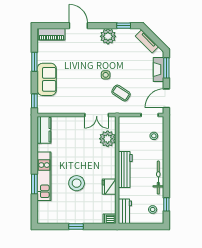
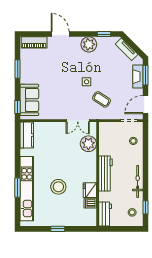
sofa: (47, 79) -> (29, 100), moved
kitchen unit: (44, 176) -> (27, 189), width x1.36
dishwasher: (109, 219) -> (90, 203), moved

